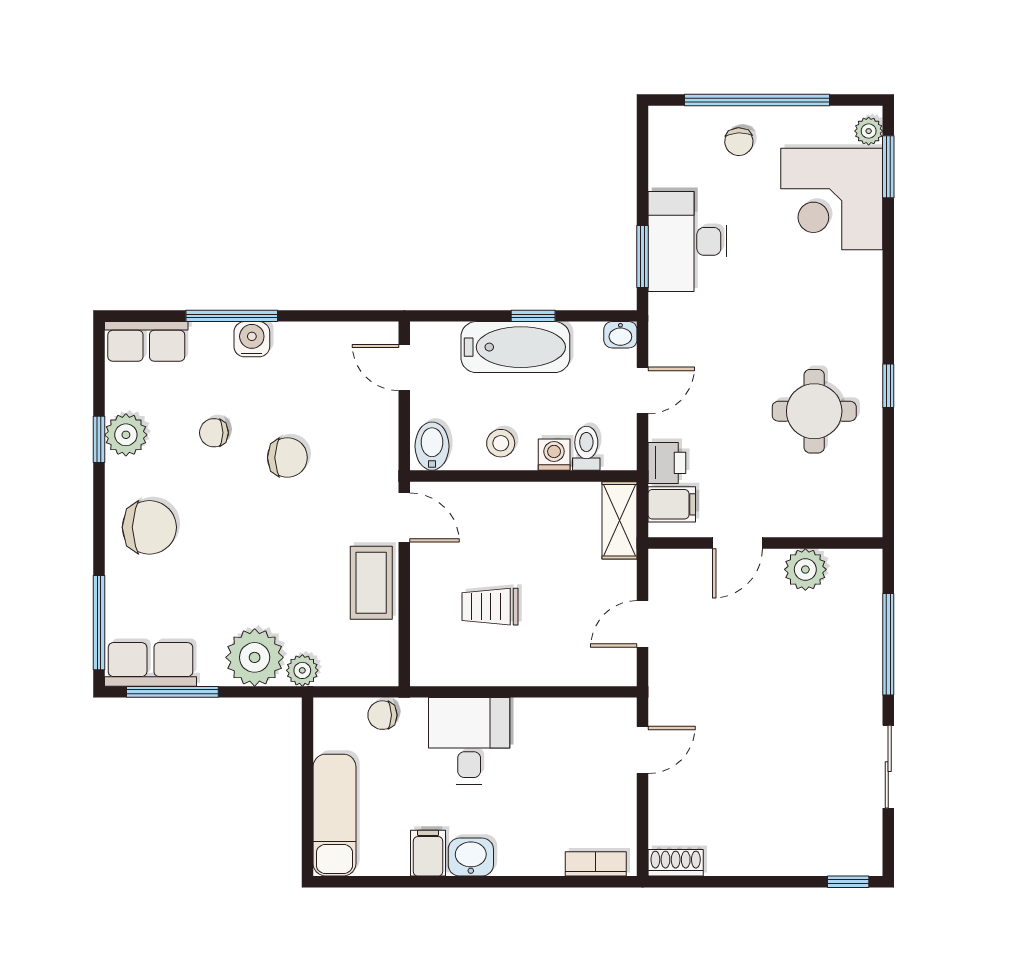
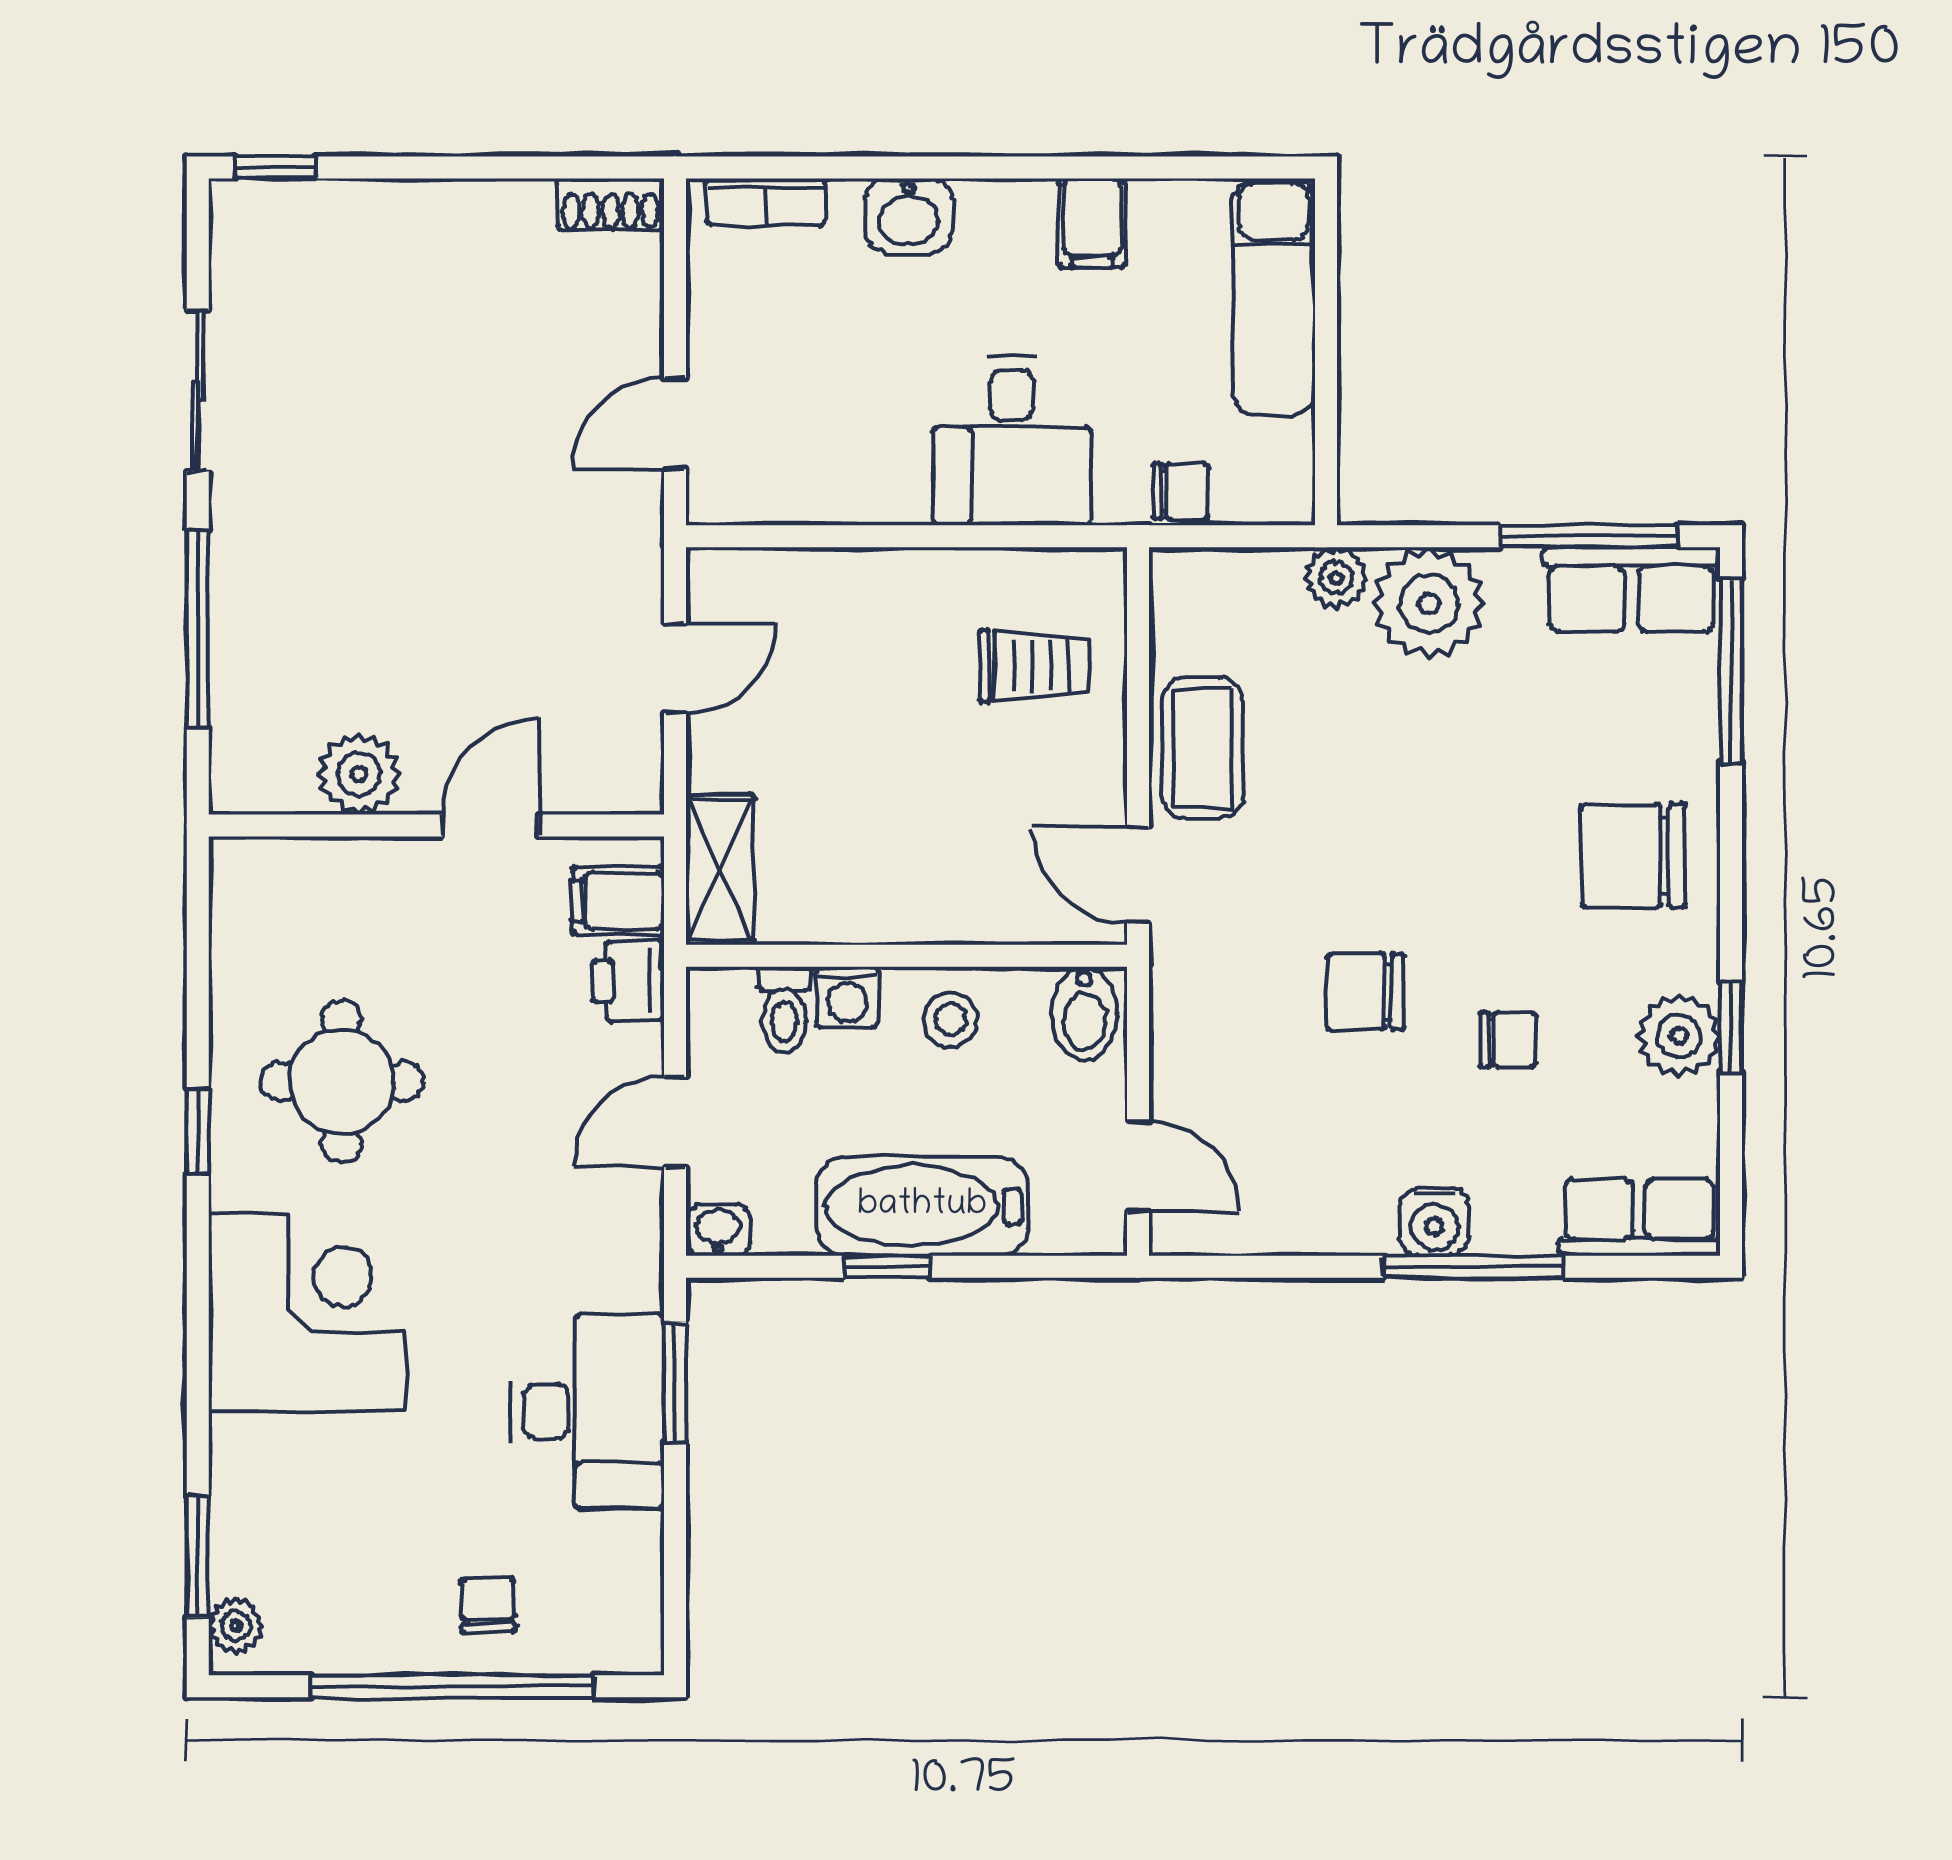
corner desk: (832, 199) -> (307, 1312), moved
trolley: (490, 607) -> (1034, 666), moved
washbasin: (471, 857) -> (908, 215), moved

